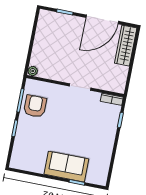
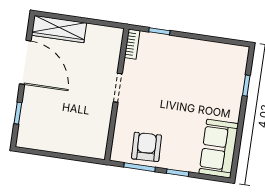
plant: (33, 71) -> (99, 152), removed
armchair: (35, 106) -> (146, 147), turned 88
sofa: (66, 167) -> (219, 149), moved

